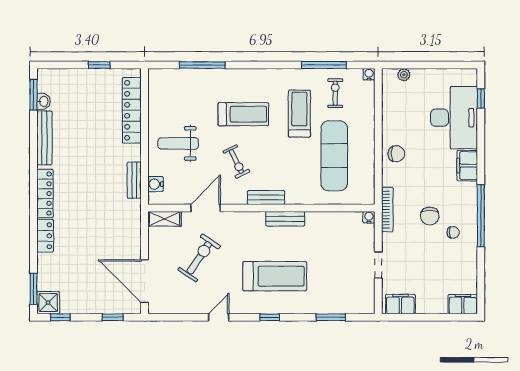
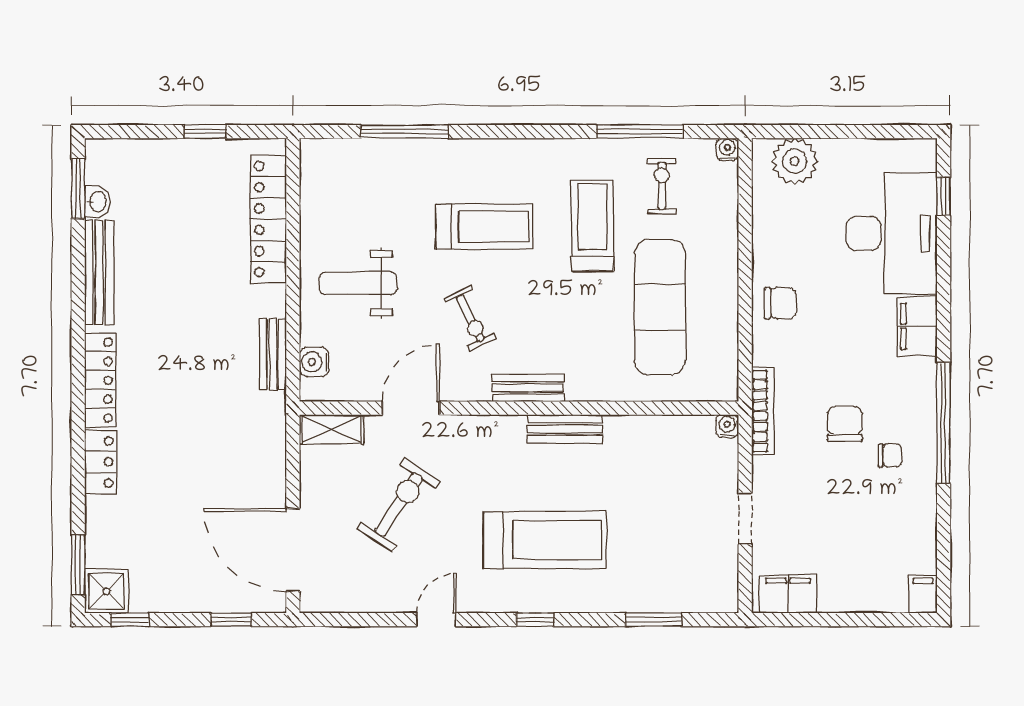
plant: (404, 75) -> (795, 161), width x1.88, depth x1.88
chair: (430, 216) -> (845, 424), turned 180
filing cabinet: (463, 304) -> (923, 594), width x0.50

